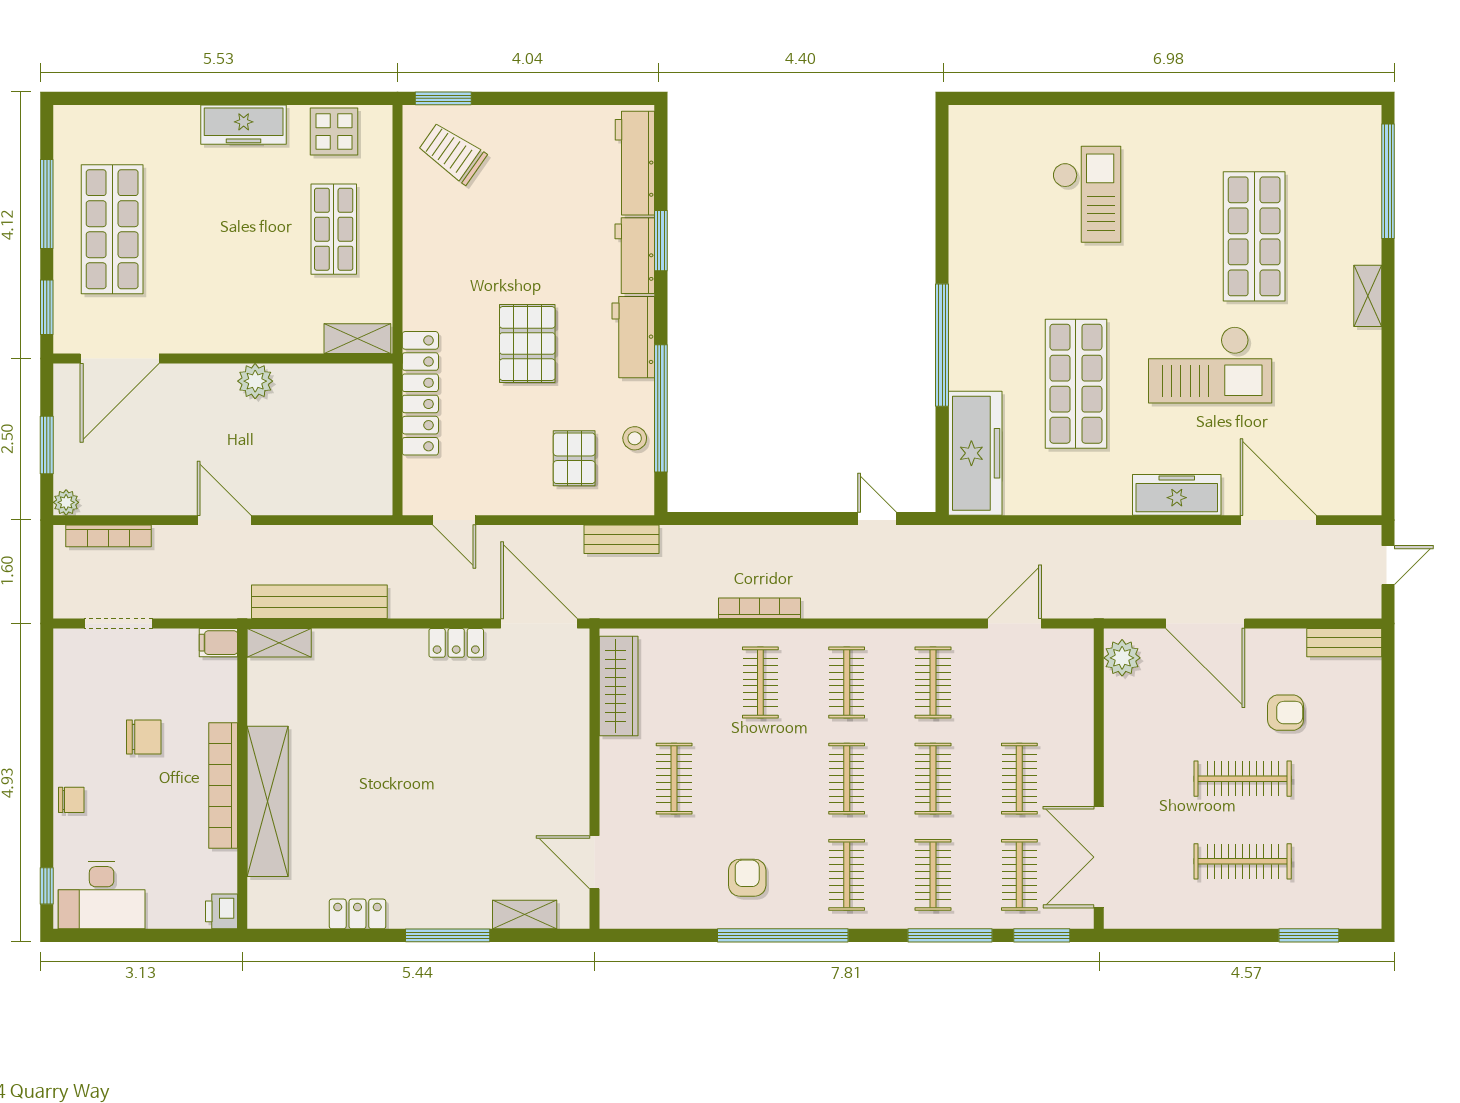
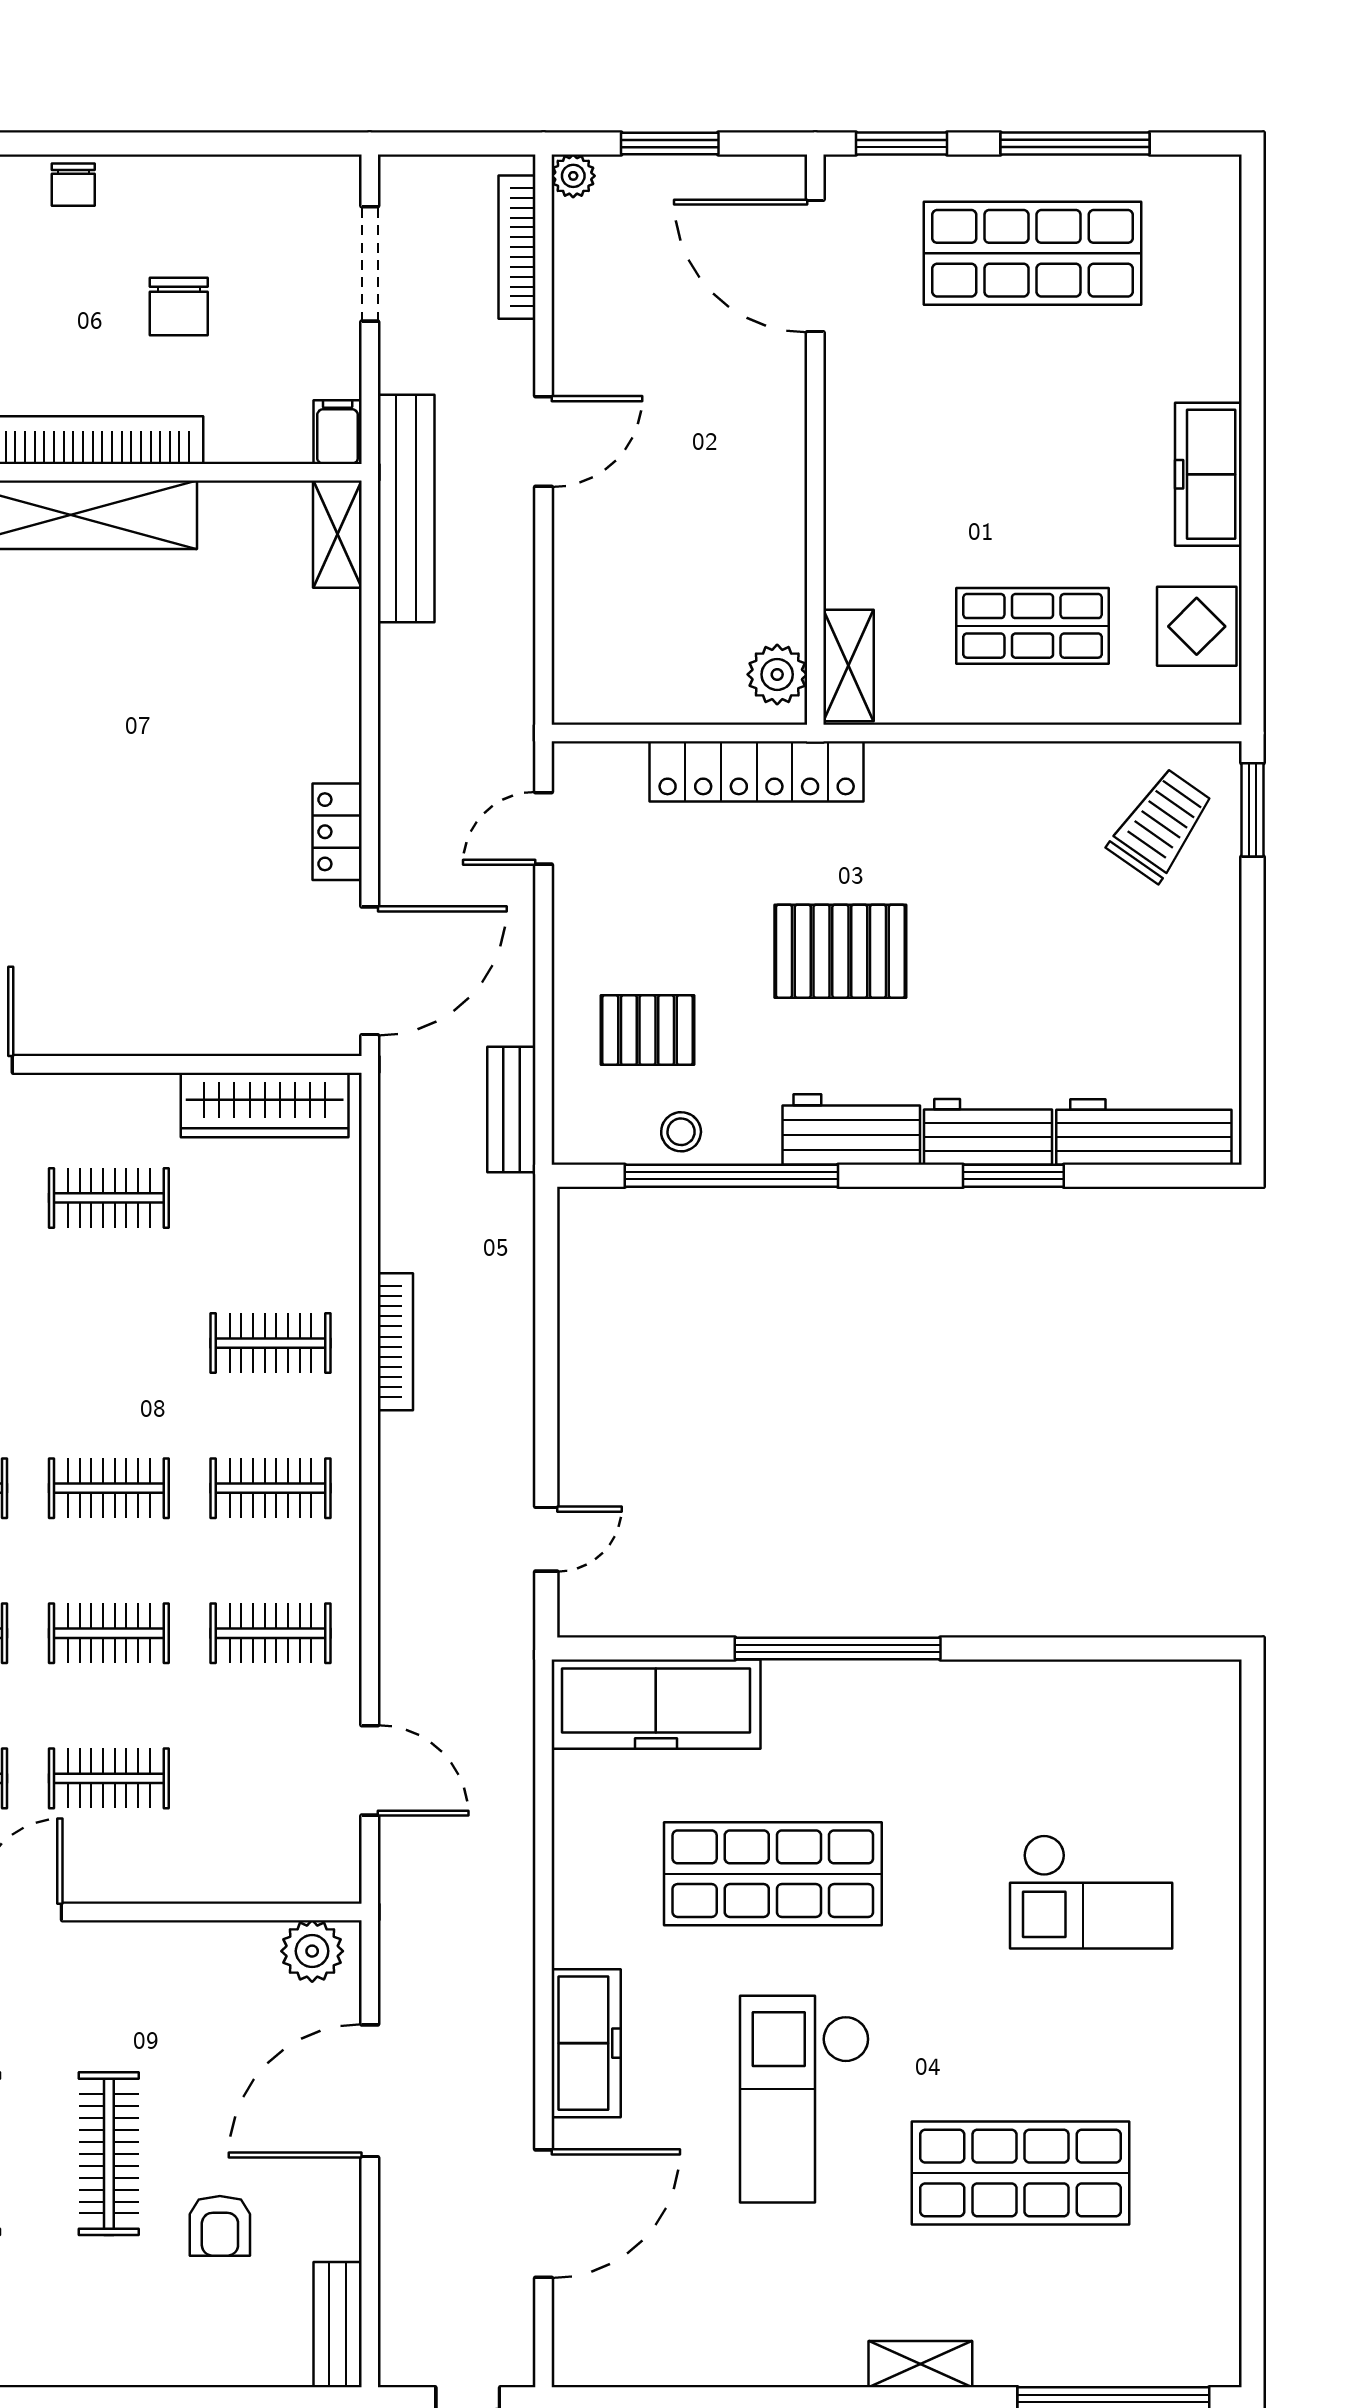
plant: (255, 381) -> (777, 674), moved
bench: (319, 602) -> (406, 508), moved

